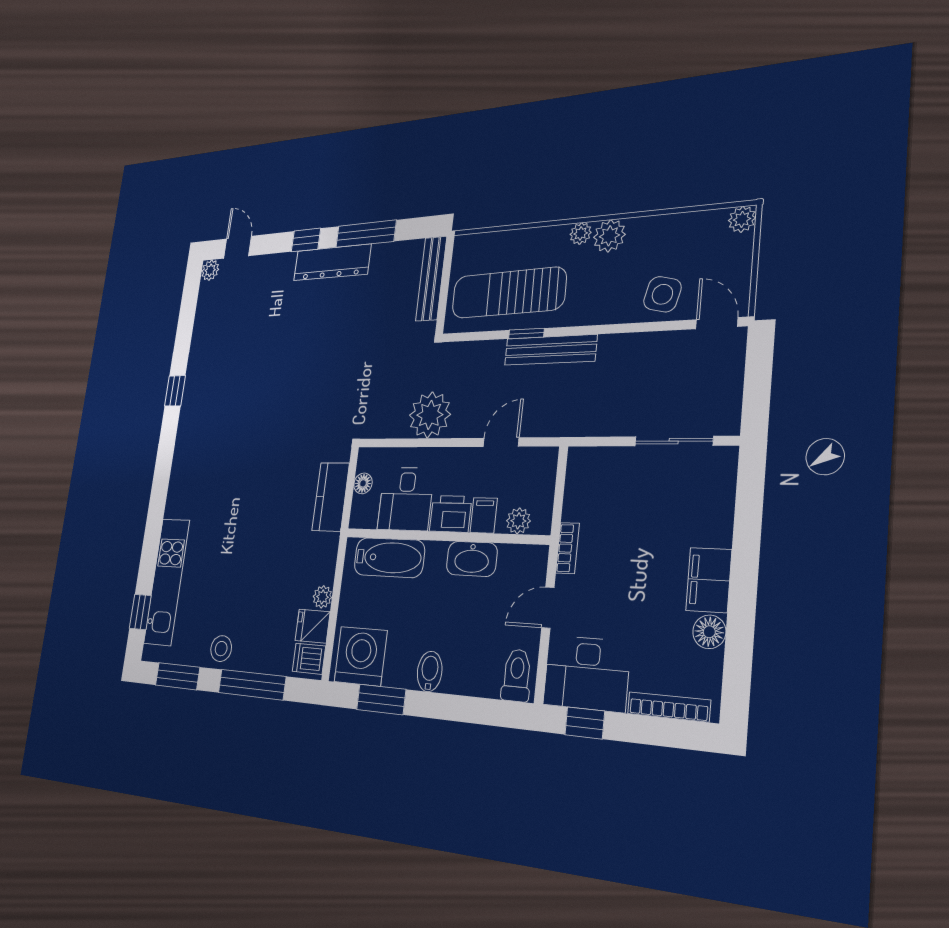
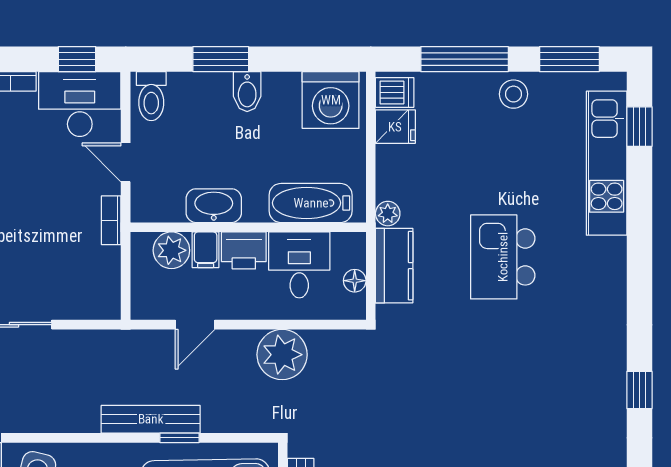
kitchen island: (250, 503) -> (503, 257), added
plant: (518, 521) -> (171, 250), width x1.38, depth x1.38
plant: (322, 597) -> (388, 214), moved
door: (548, 608) -> (126, 162), swing flipped
window: (381, 700) -> (221, 59), moved

